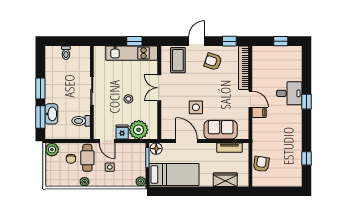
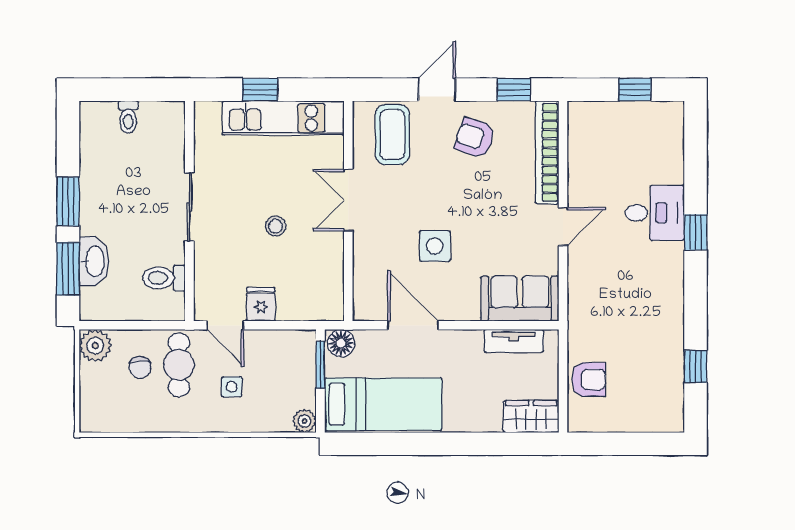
window: (134, 41) -> (260, 90), moved
door: (250, 99) -> (563, 227), hinge flipped
filing cabinet: (259, 113) -> (584, 258), removed
plant: (139, 130) -> (300, 299), removed
sofa: (221, 130) -> (520, 299), moved
armchair: (261, 164) -> (589, 380), turned 82
wardrobe: (225, 180) -> (531, 417), moved
plant: (85, 182) -> (172, 421), removed

